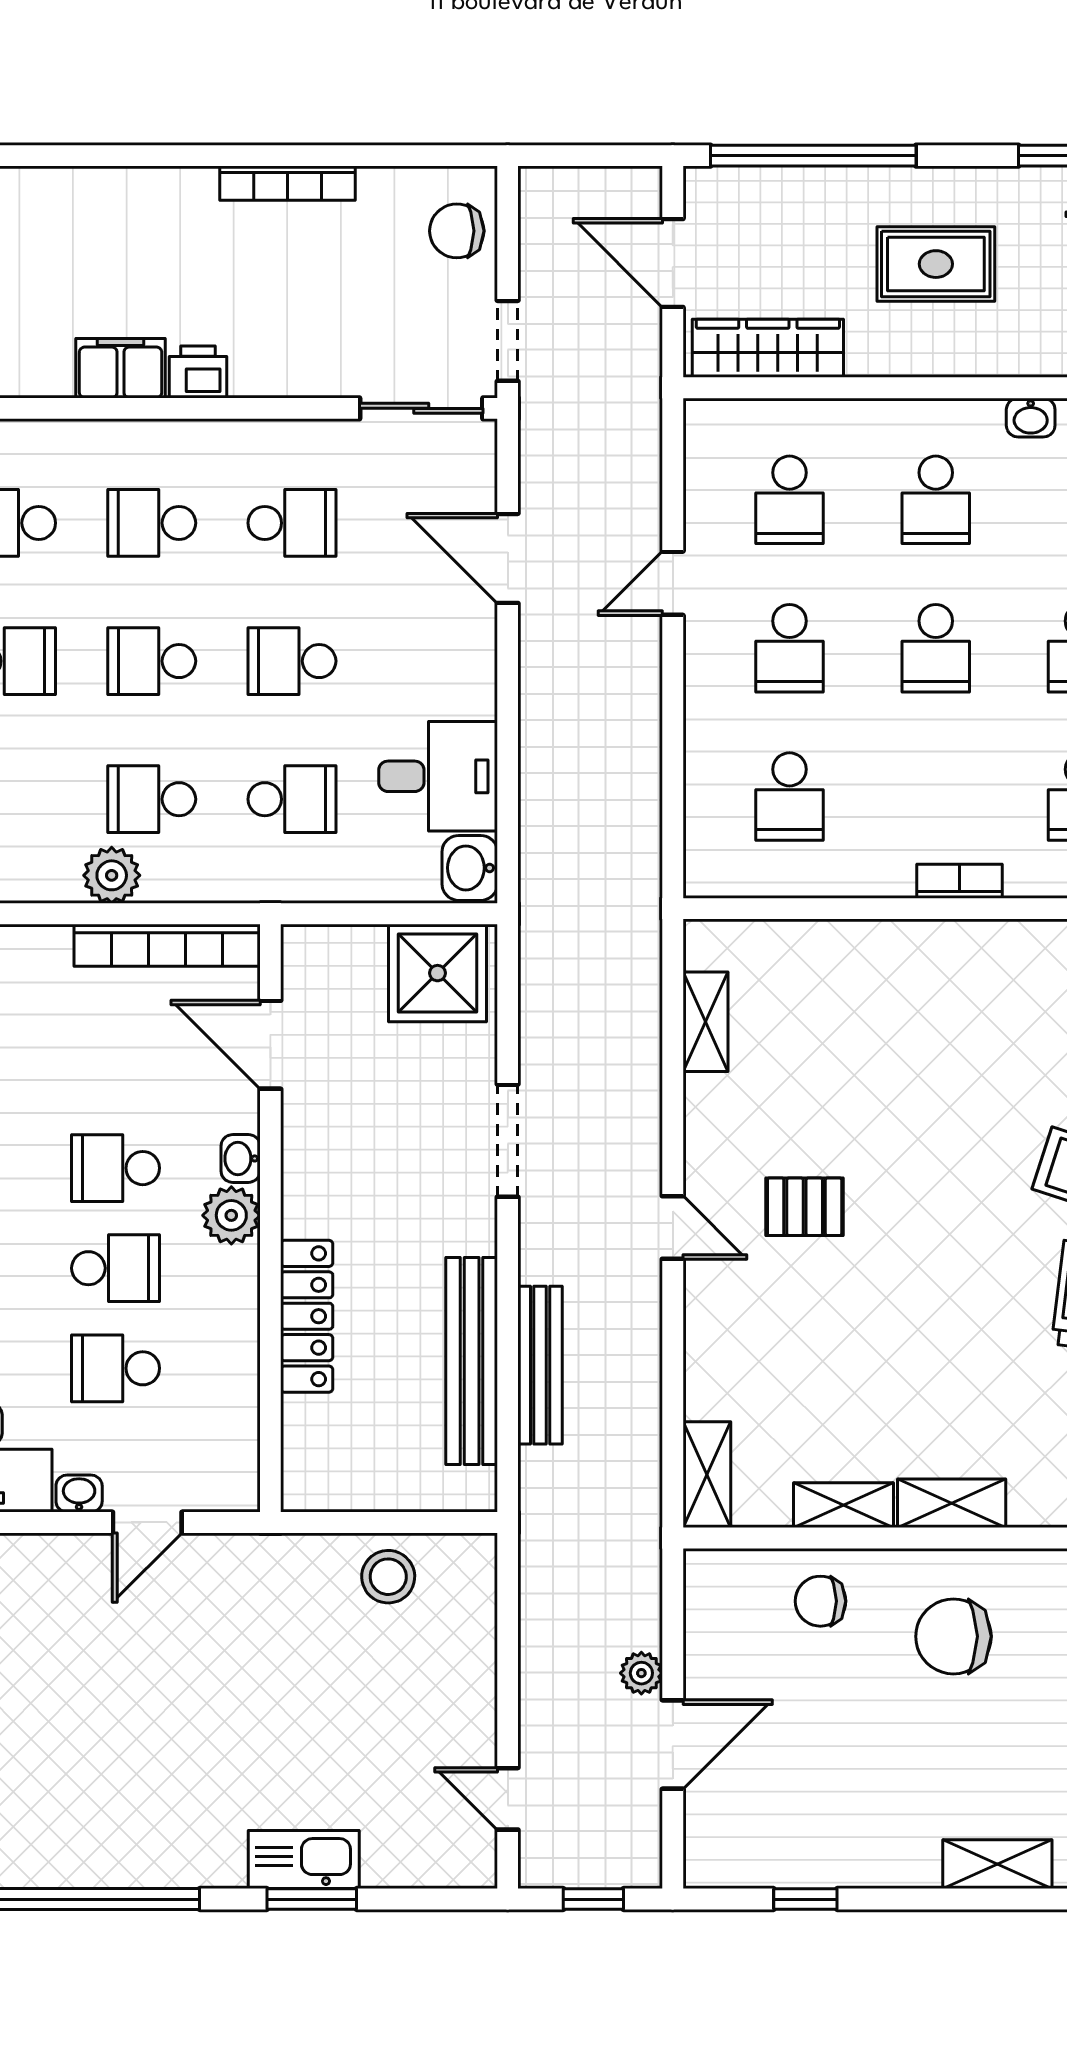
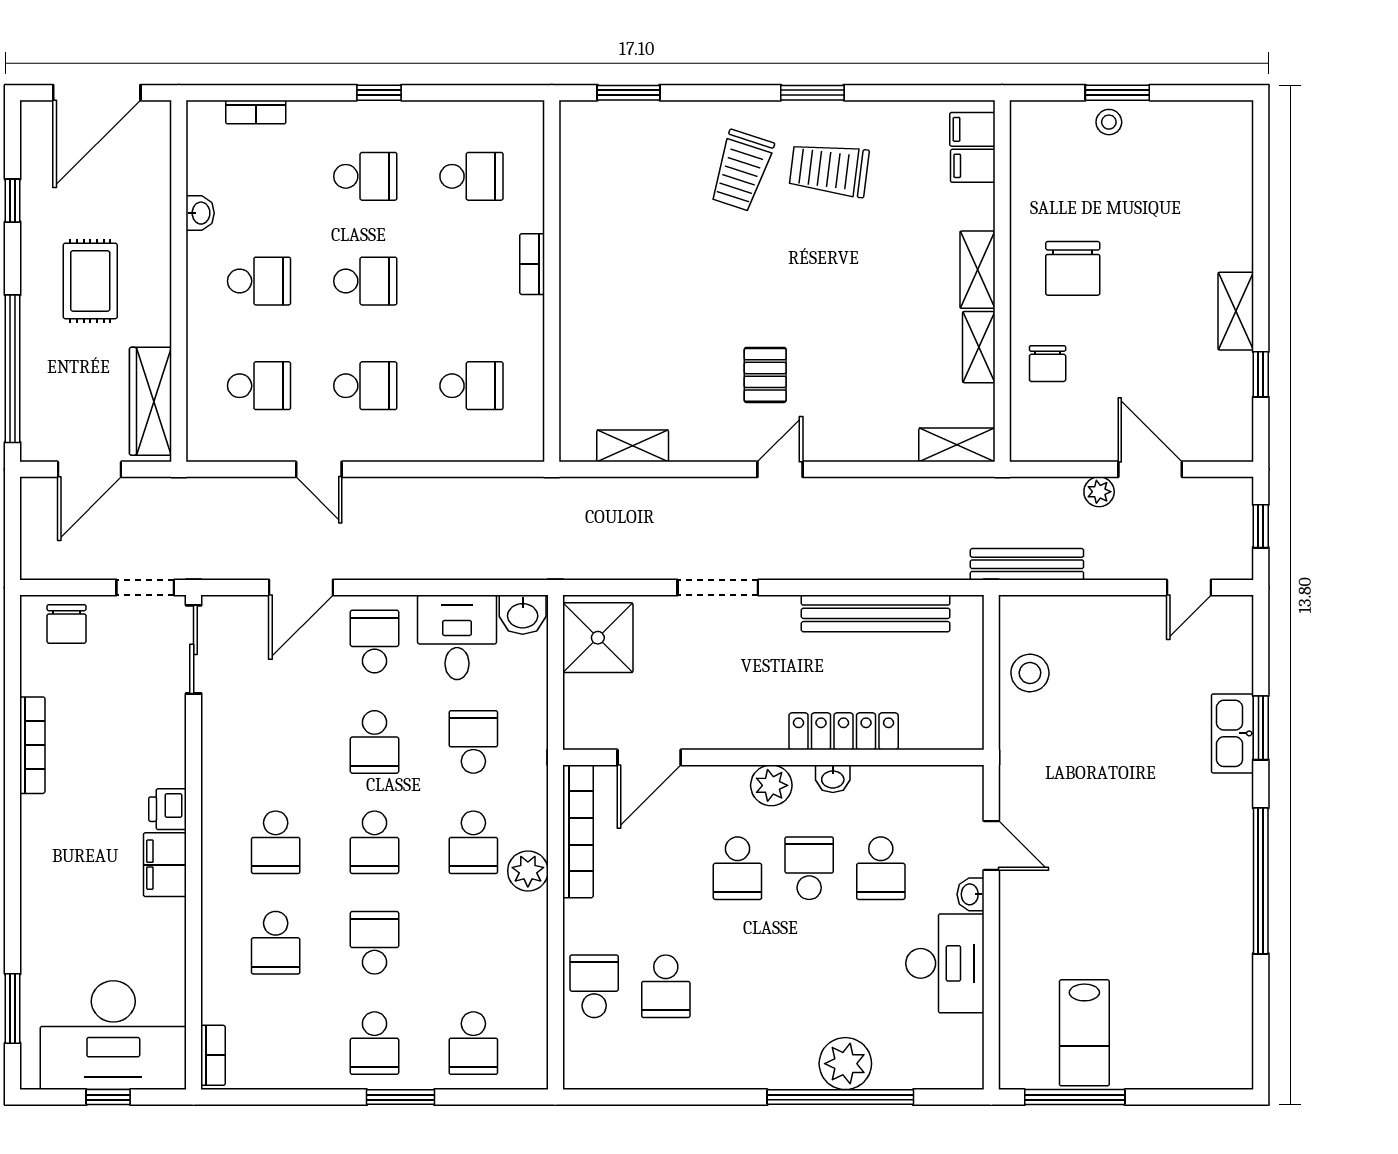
school desk: (292, 523) -> (374, 642), moved
washbasin: (241, 1158) -> (833, 779), moved
bench: (540, 1365) -> (1027, 564), moved
shelving: (997, 1864) -> (1236, 311), moved

